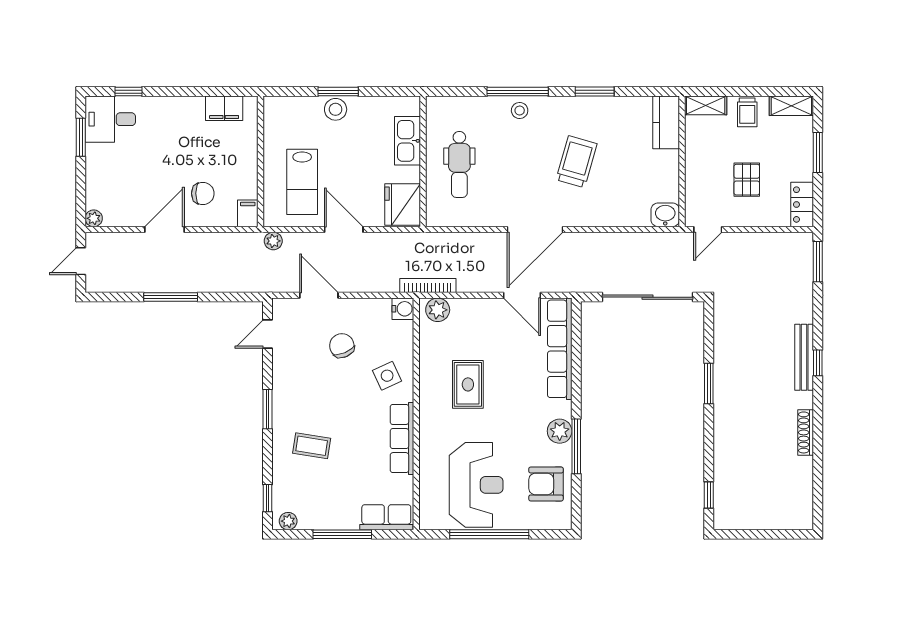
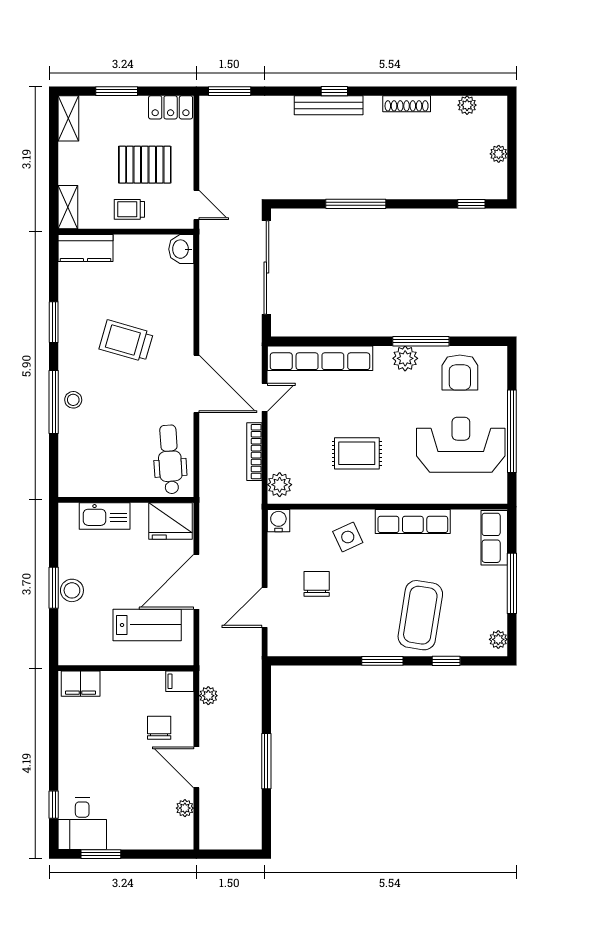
filing cabinet: (224, 108) -> (81, 684), moved, turned 90
trolley: (747, 112) -> (129, 209), moved, turned 180
dental chair: (459, 164) -> (170, 459), moved, turned -94
pallet: (747, 180) -> (145, 165), width x1.50, depth x1.42
plant: (94, 218) -> (185, 808), moved
door: (344, 229) -> (196, 582), width x1.36
plant: (273, 241) -> (208, 696), moved
door: (81, 261) -> (229, 854), removed
bookcase: (428, 286) -> (254, 452), moved
door: (522, 295) -> (265, 397), width x0.73
door: (267, 334) -> (305, 661), removed
chair: (342, 346) -> (317, 584), turned 113
window: (709, 383) -> (356, 204), width x1.44
coffee table: (312, 446) -> (420, 615), width x1.86, depth x1.72
plant: (804, 491) -> (467, 105), added
window: (267, 498) -> (446, 661), moved
plant: (757, 521) -> (499, 154), added

